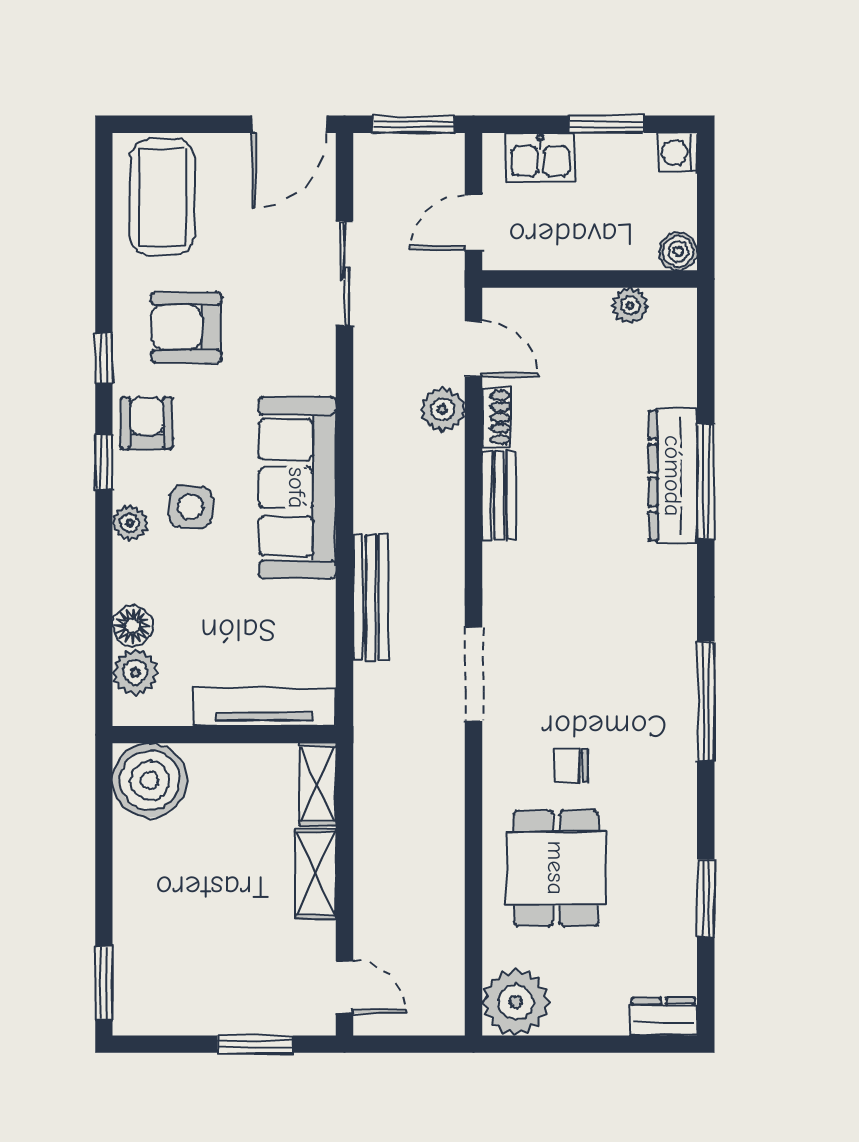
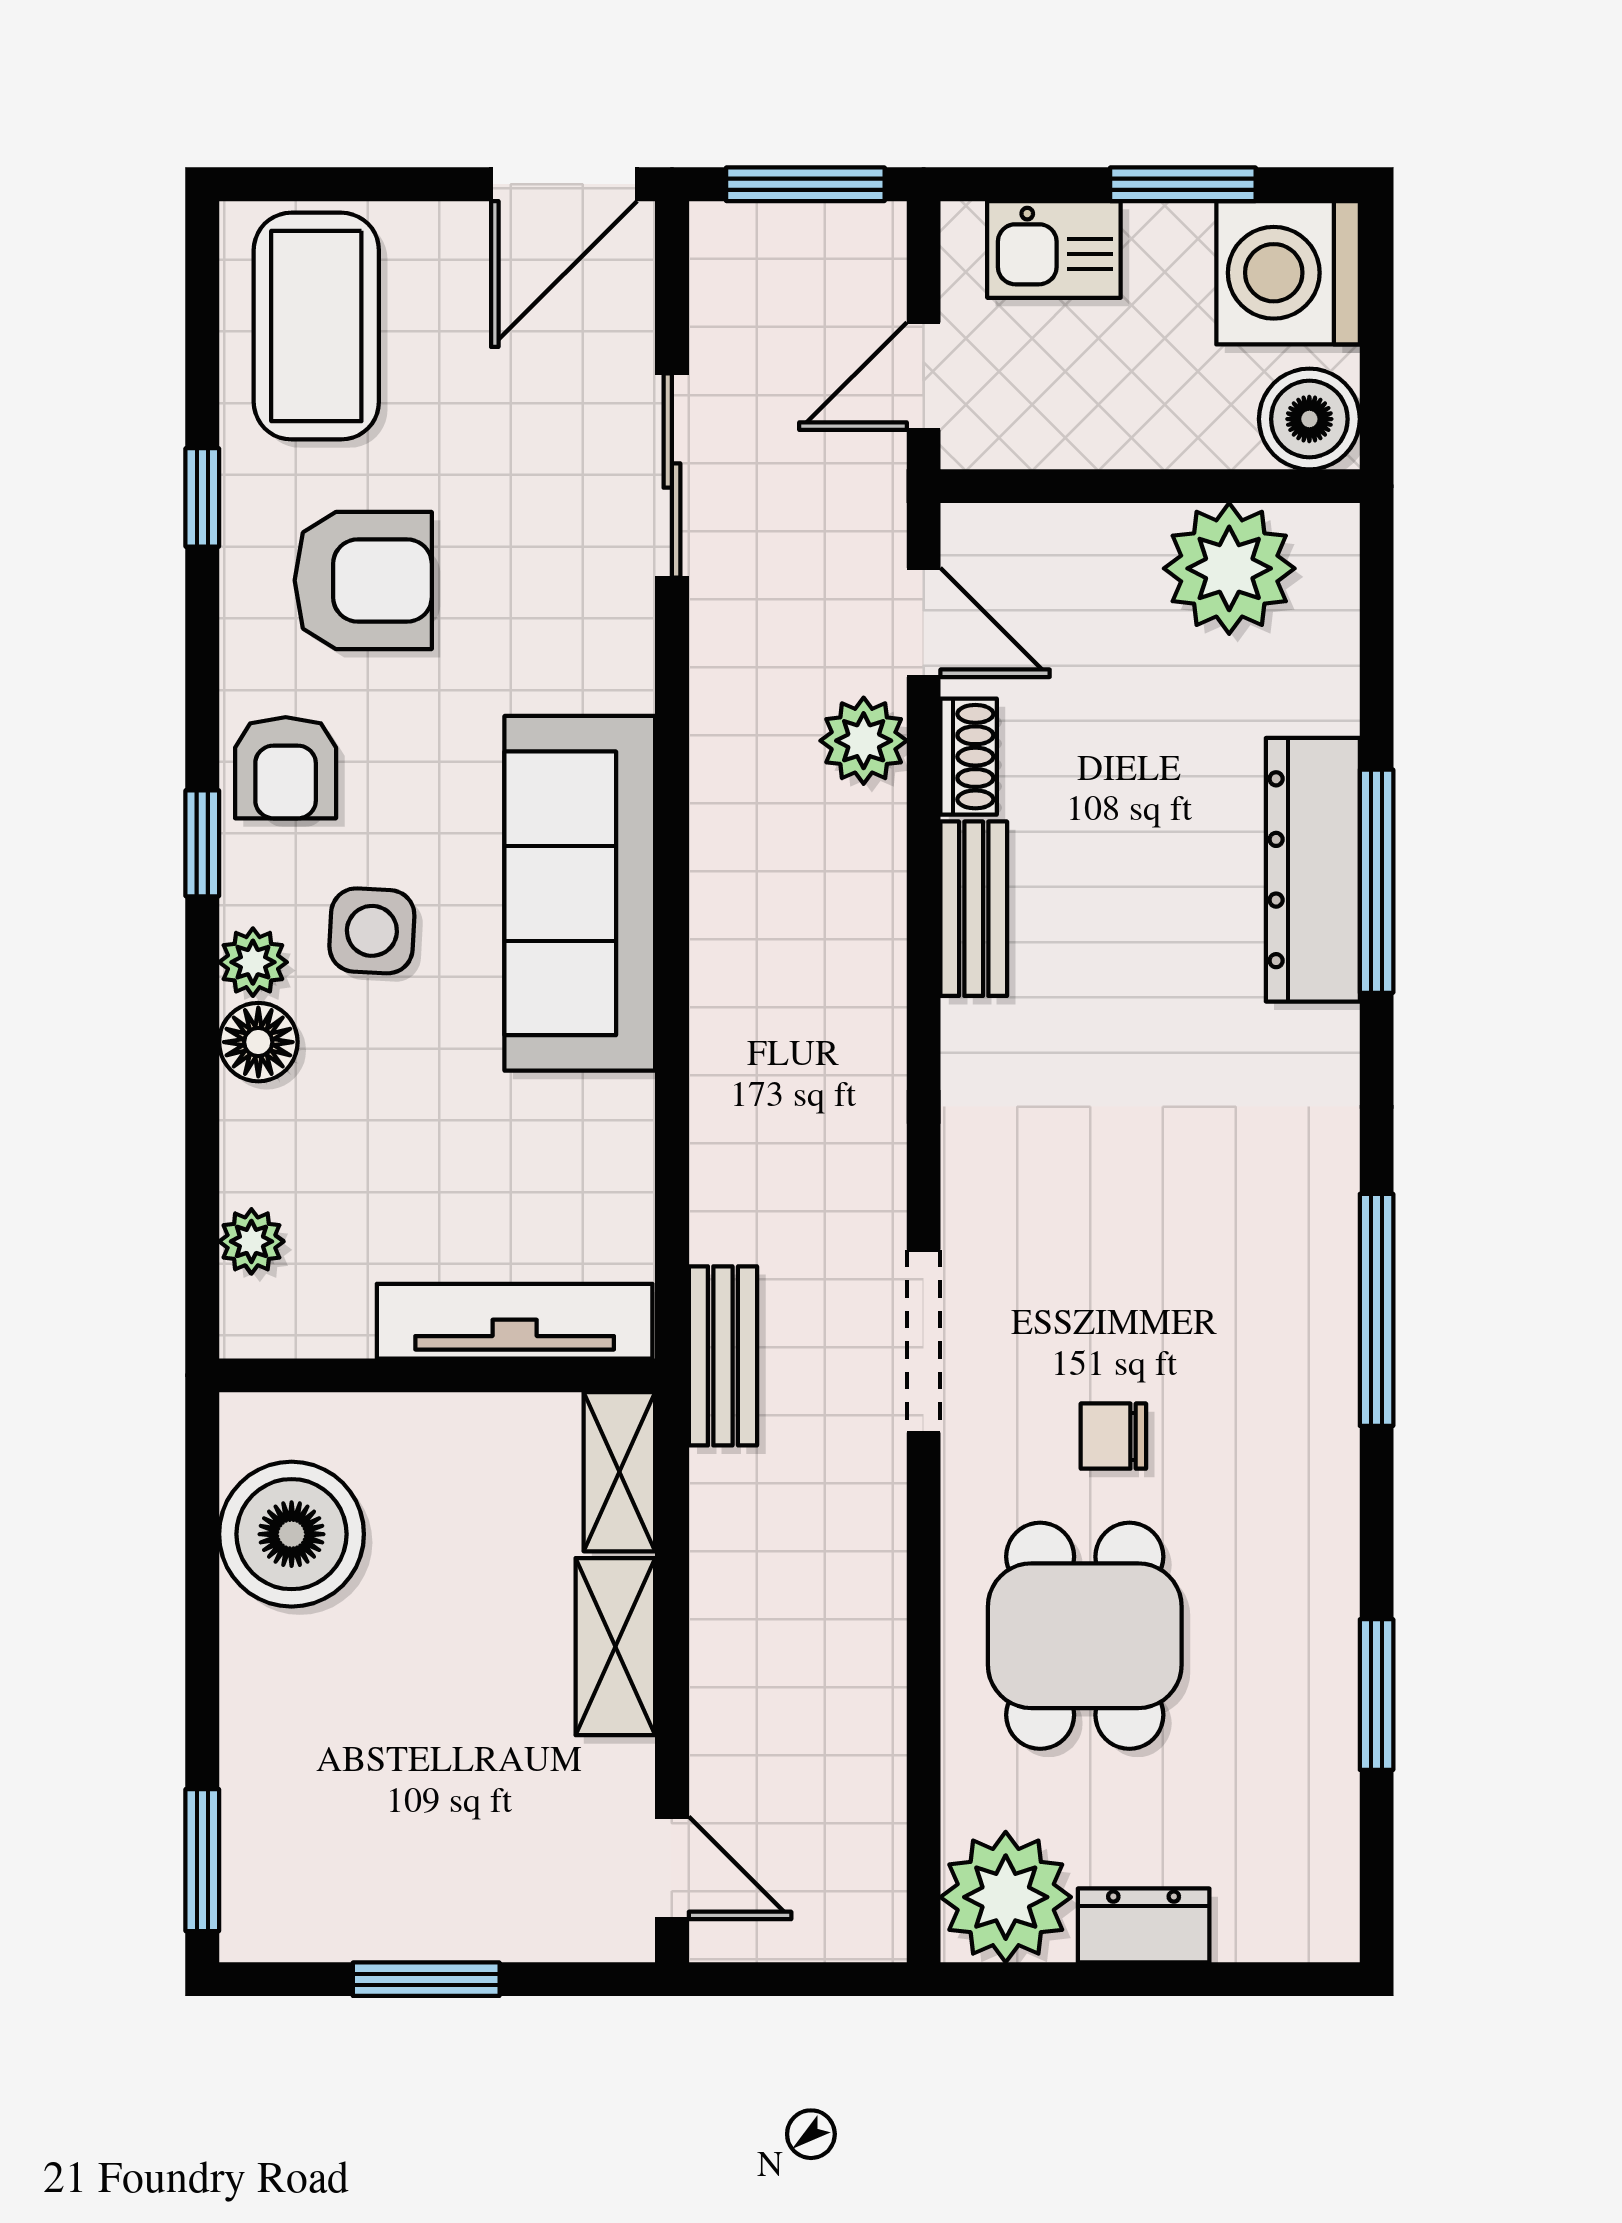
washing machine: (678, 152) -> (1288, 273), width x1.89, depth x1.89
boiler: (678, 251) -> (1309, 419), width x1.36, depth x1.36
plant: (630, 305) -> (1229, 568), width x1.88, depth x1.88
armchair: (186, 327) -> (363, 580), turned 180
window: (104, 358) -> (202, 497), moved
armchair: (147, 423) -> (286, 768), turned 180
bench: (371, 597) -> (723, 1356), moved, width x0.73
floor lamp: (133, 626) -> (258, 1042), moved
plant: (135, 672) -> (251, 1241), width x0.73, depth x0.73
doorway: (474, 674) -> (924, 1341), moved
boiler: (150, 780) -> (292, 1534), moved
dresser: (663, 1017) -> (1144, 1925), moved
window: (255, 1044) -> (426, 1979), moved

